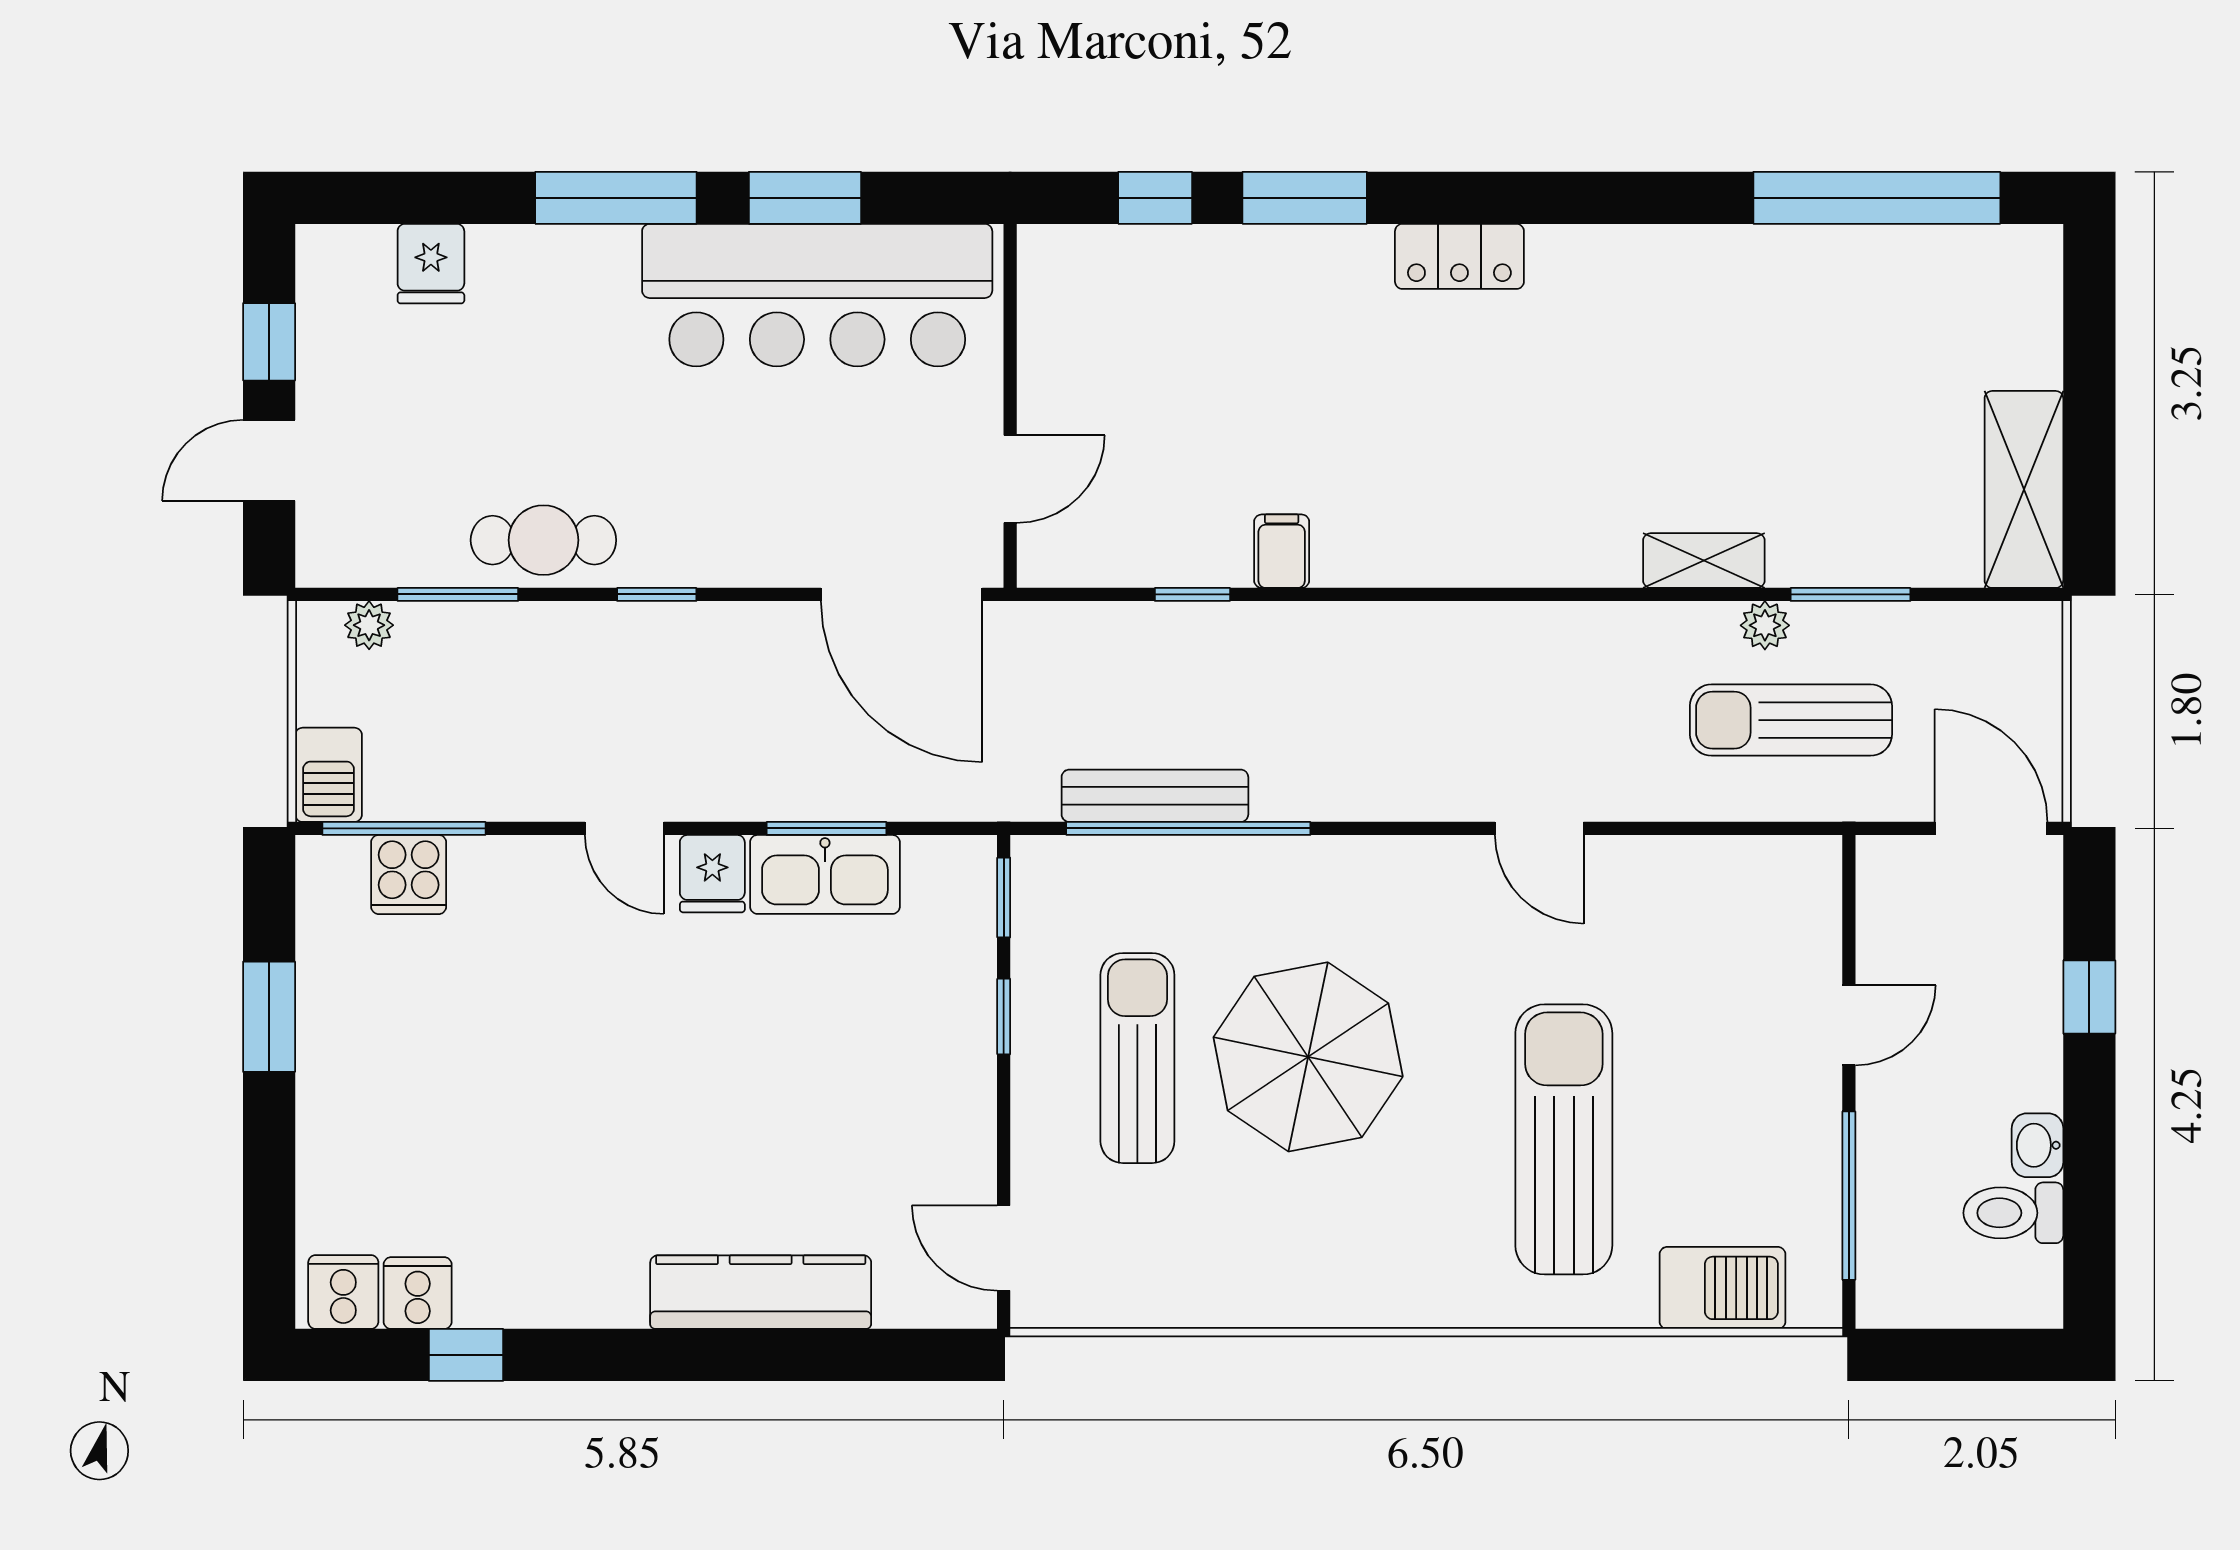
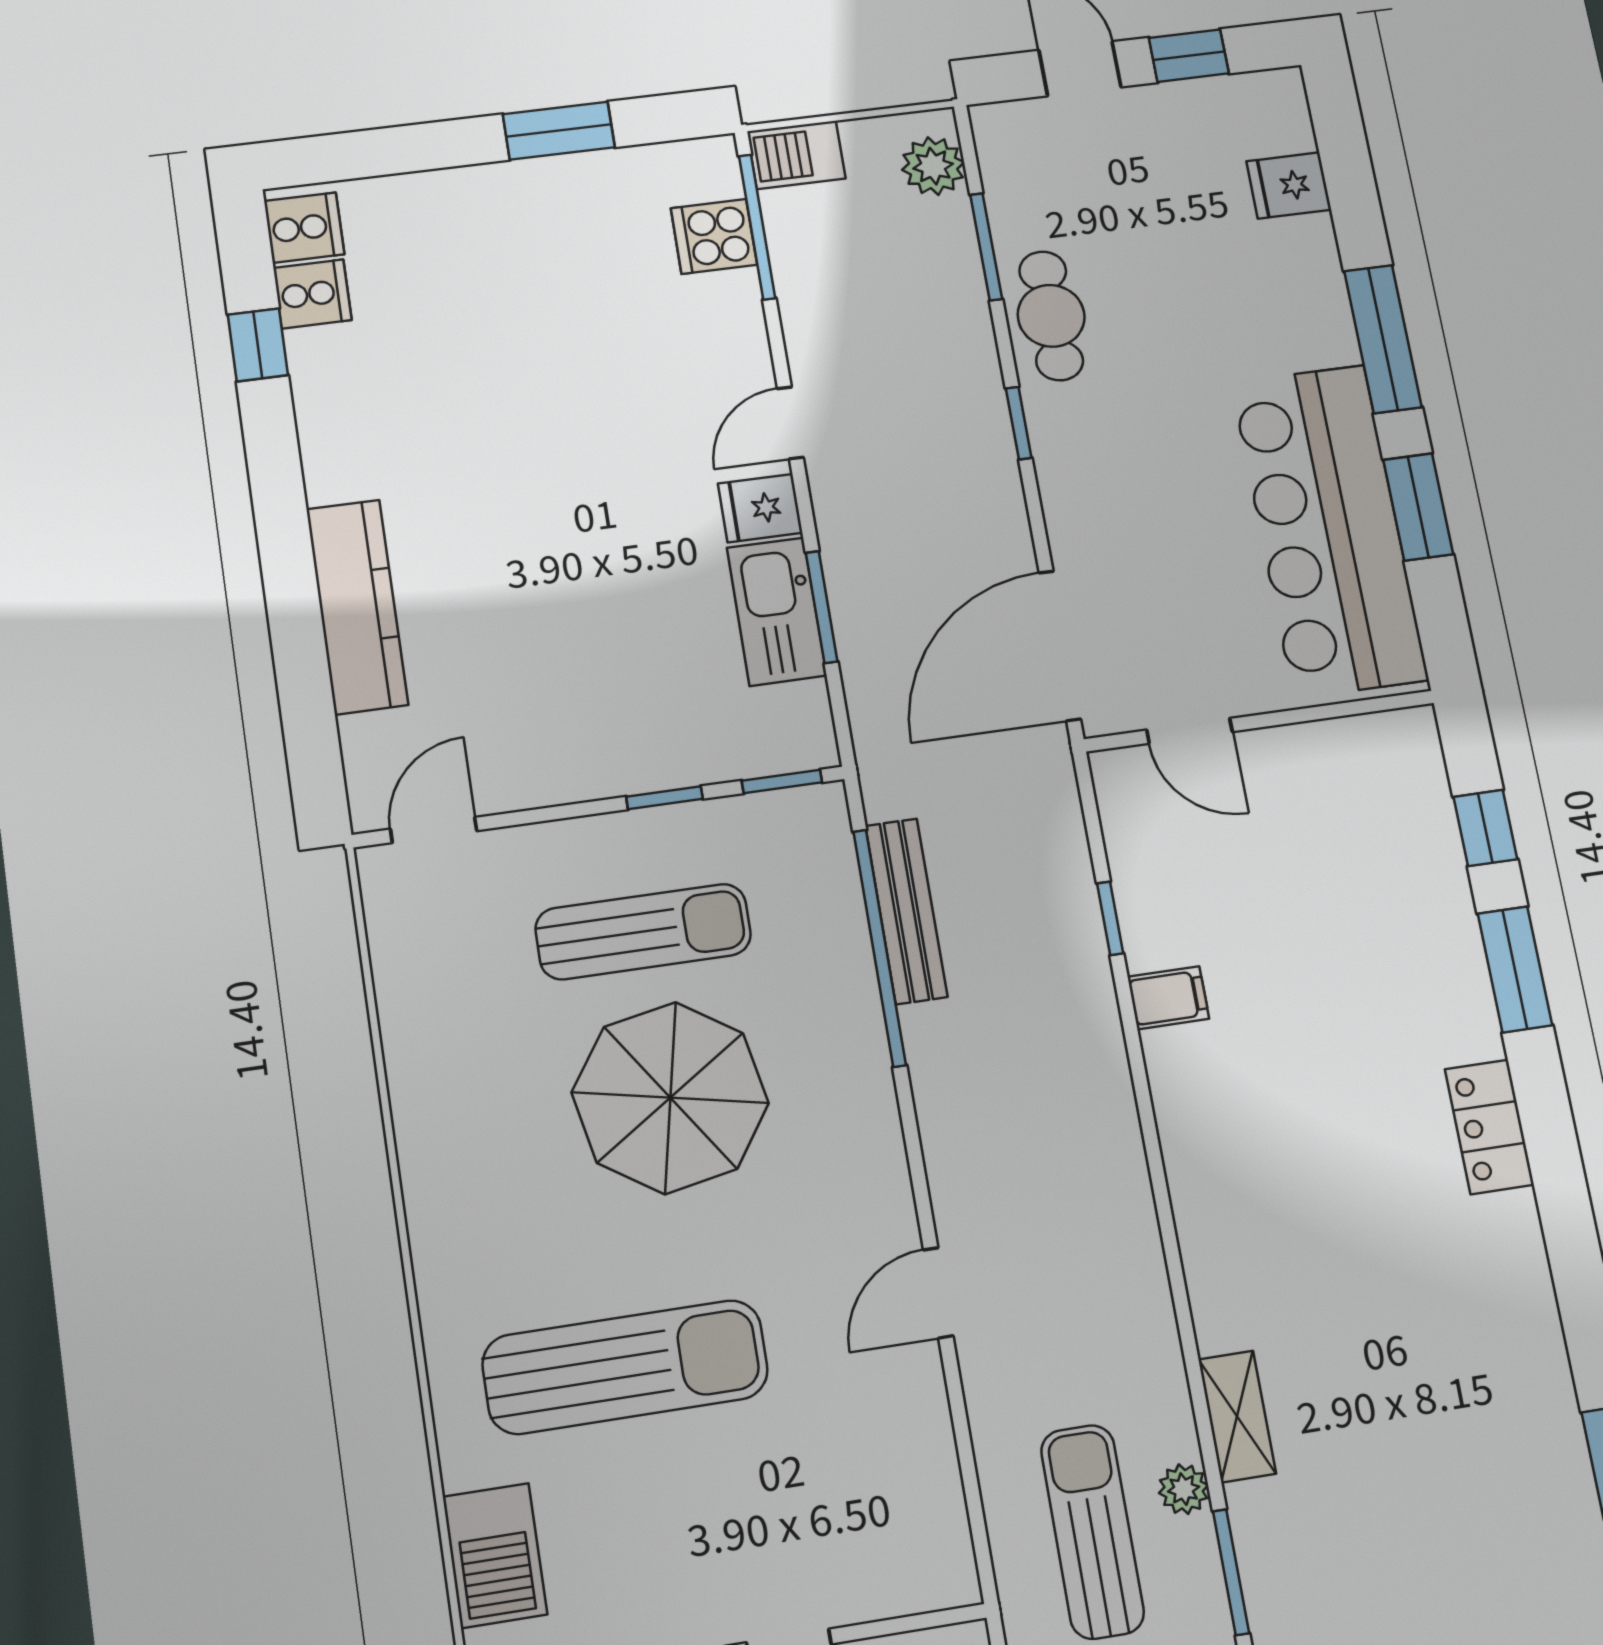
plant: (369, 625) -> (933, 166), width x1.38, depth x1.38

